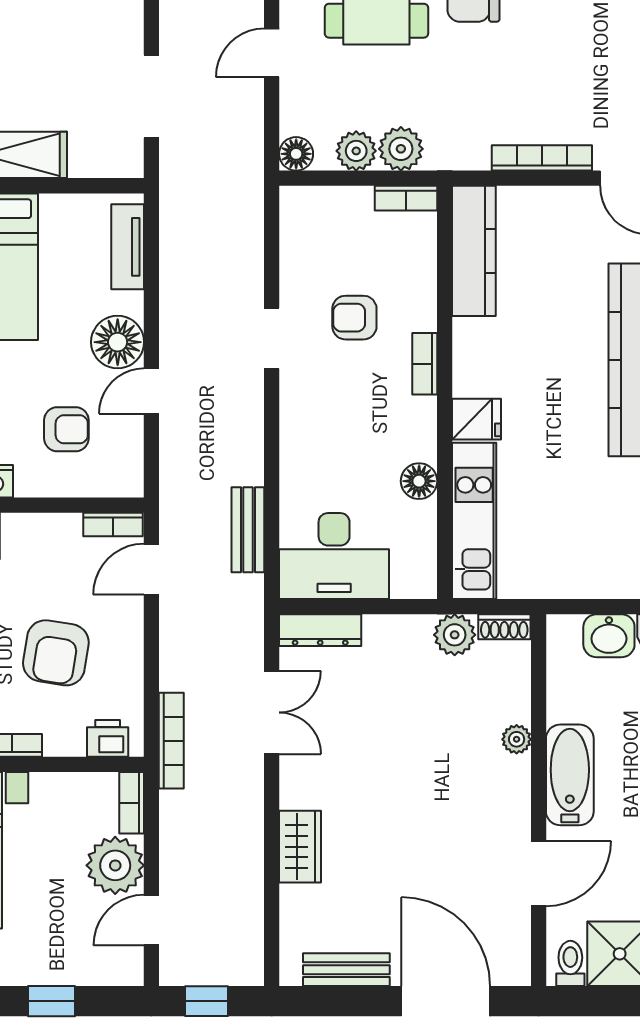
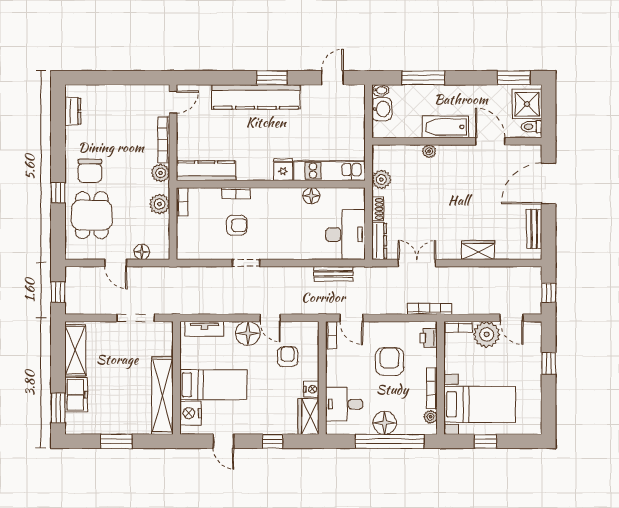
plant: (356, 151) -> (161, 173), moved
floor lamp: (296, 154) -> (142, 252), moved
armchair: (354, 318) -> (237, 225), turned -90
bookcase: (425, 364) -> (236, 193), moved
shoe rack: (504, 627) -> (378, 209), moved
armchair: (56, 653) -> (390, 361), turned -99

